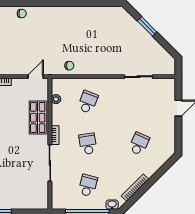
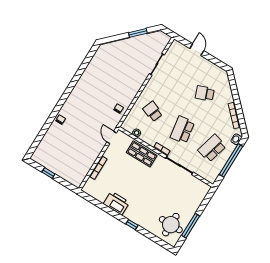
window: (147, 26) -> (138, 33), moved
school desk: (88, 144) -> (182, 130), width x1.85
school desk: (139, 144) -> (205, 93), turned -45
school desk: (88, 186) -> (212, 148), width x1.85

